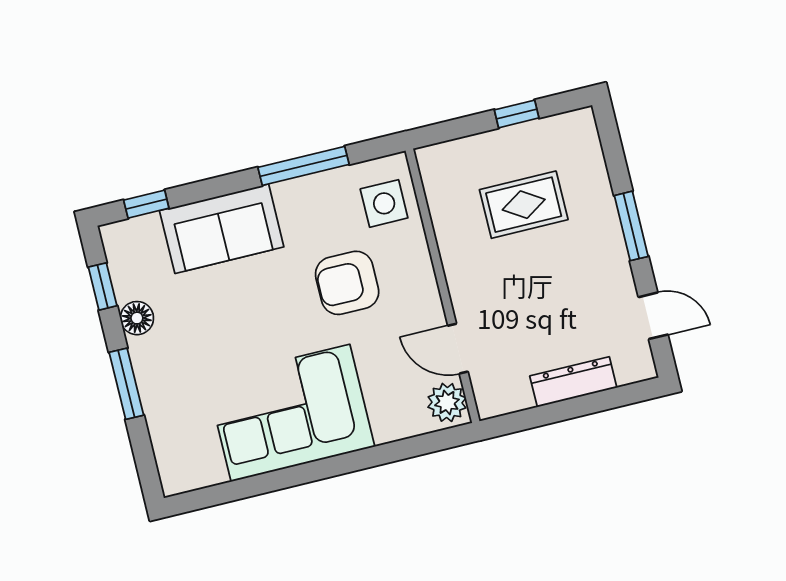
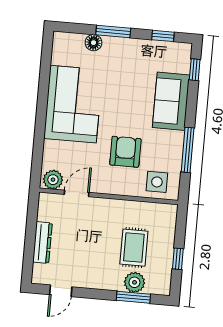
plant: (589, 181) -> (134, 282), added
window: (631, 226) -> (133, 297), moved
floor lamp: (137, 318) -> (93, 43), moved

